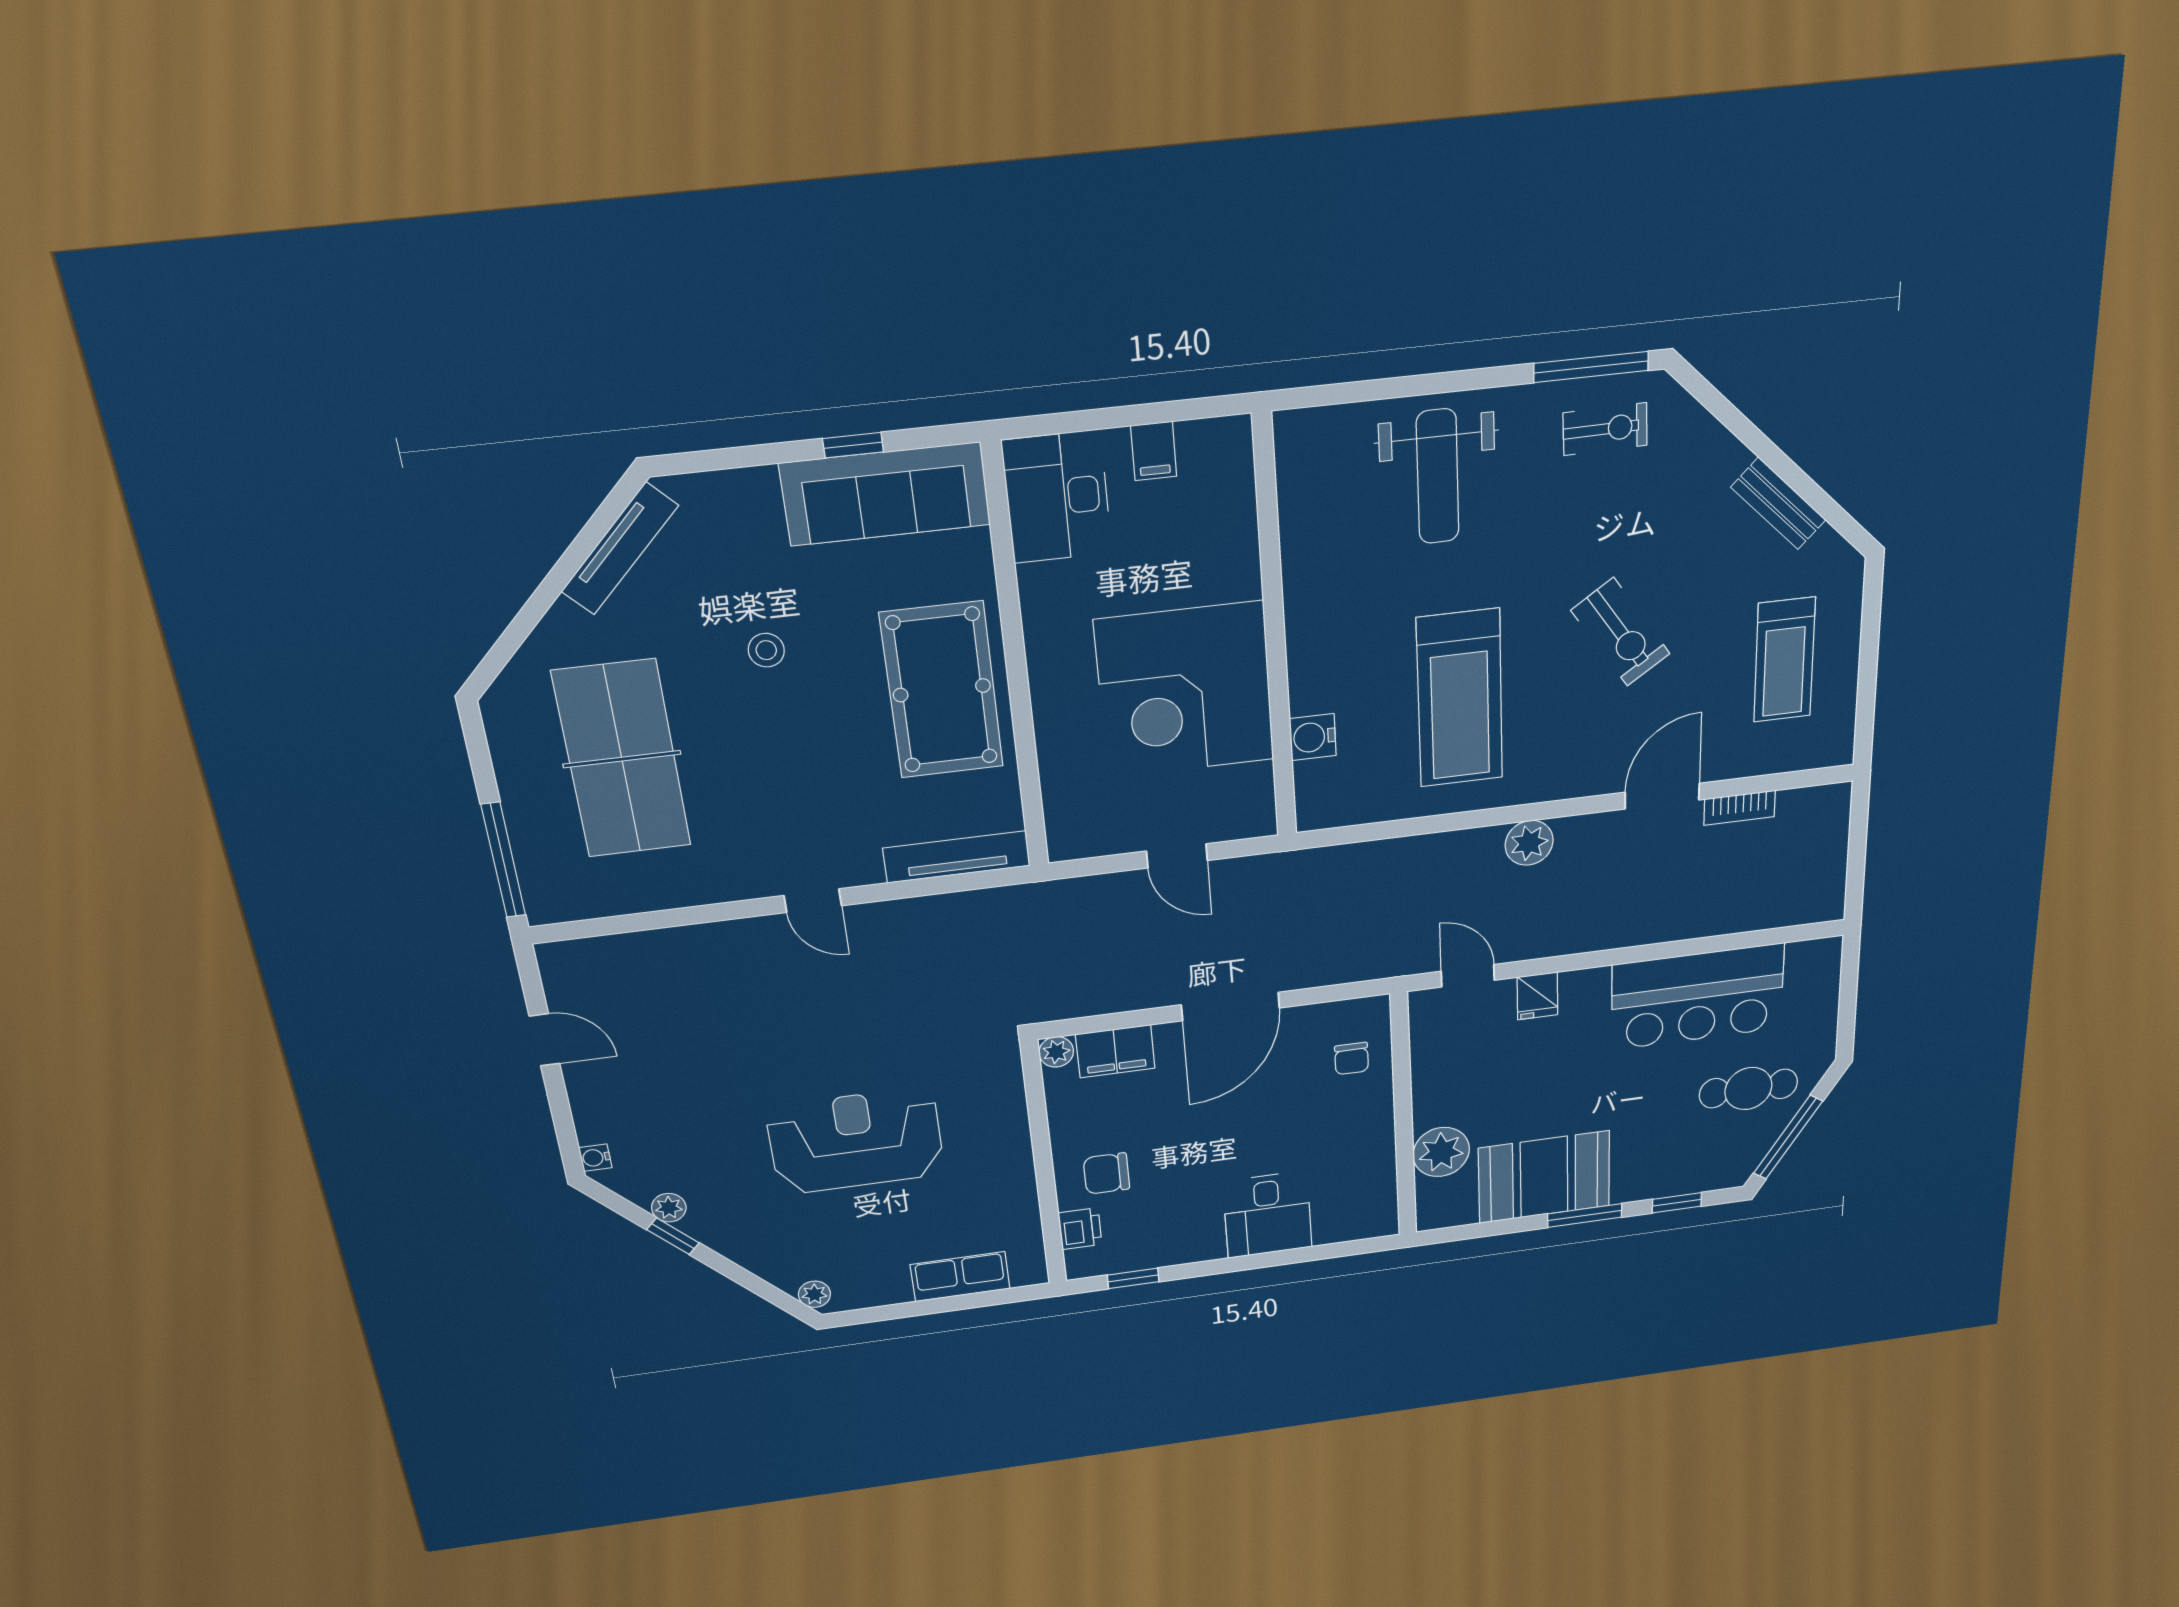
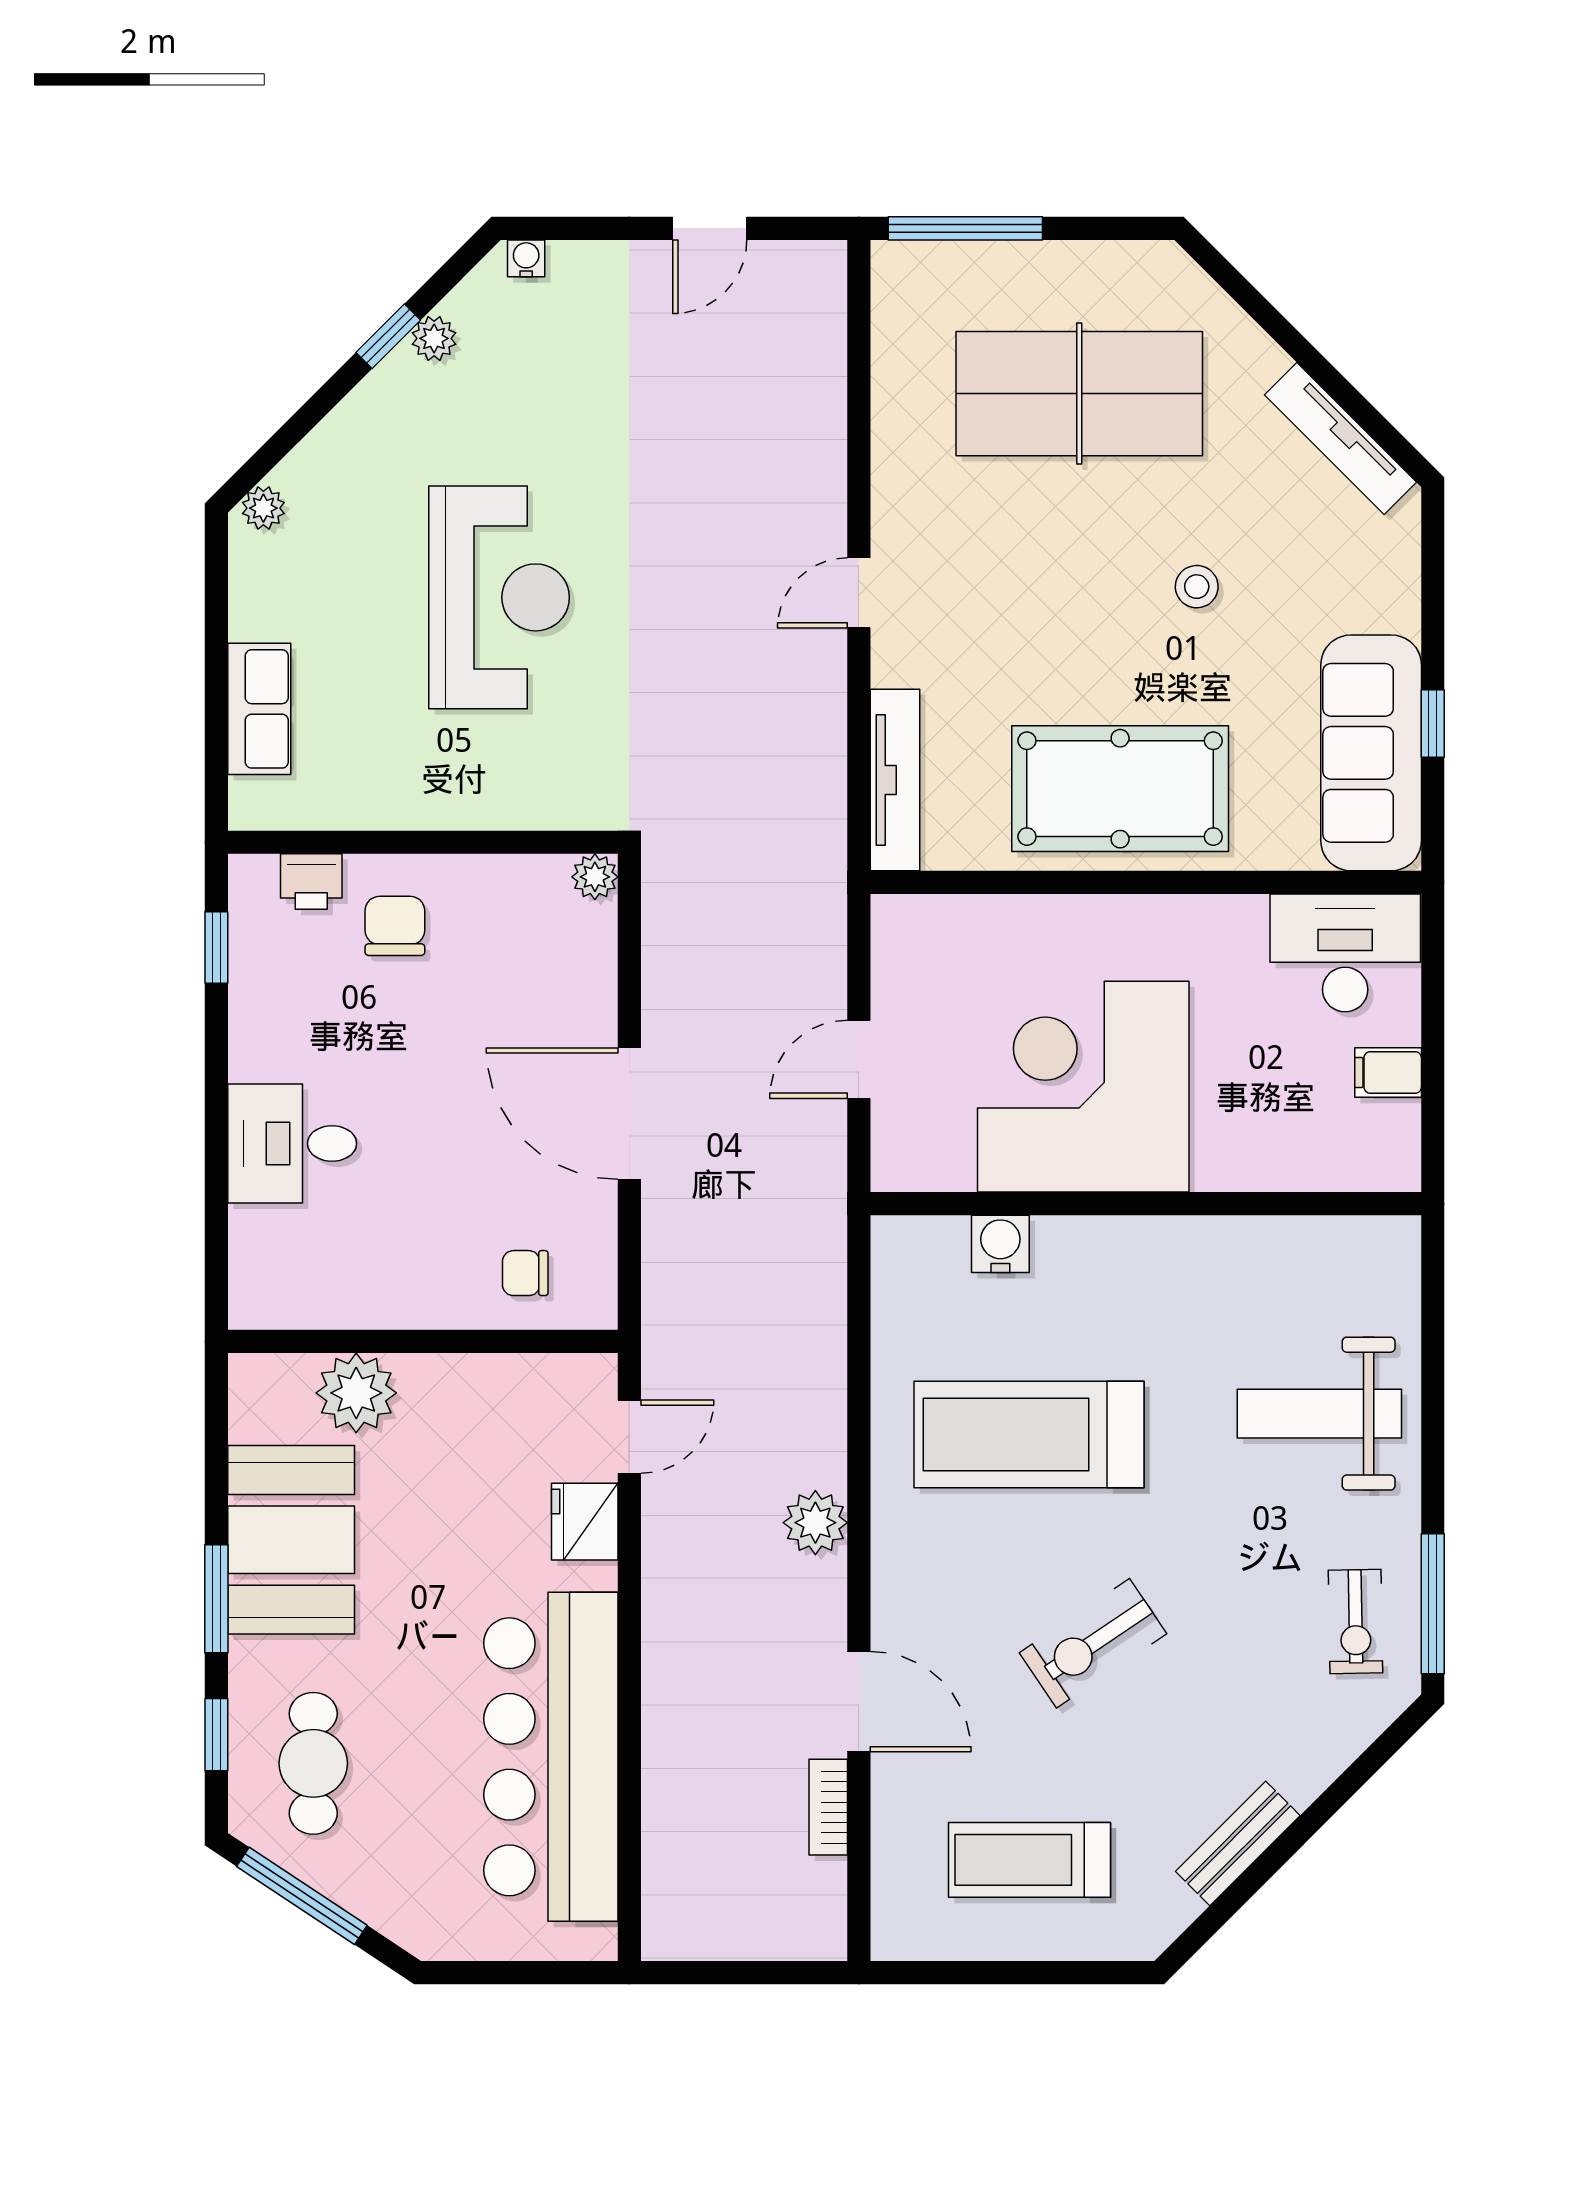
fridge: (1538, 996) -> (585, 1522), width x1.38
bar counter: (1697, 997) -> (551, 1757), width x1.36
filing cabinet: (1115, 1051) -> (584, 955), removed
cafe table: (1748, 1089) -> (313, 1763), moved

